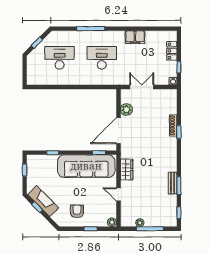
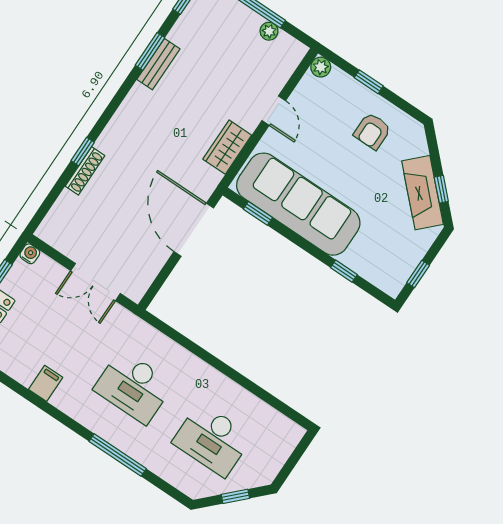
filing cabinet: (135, 37) -> (46, 383), width x0.50
plant: (126, 110) -> (152, 259), removed
door: (118, 131) -> (194, 230), swing flipped

